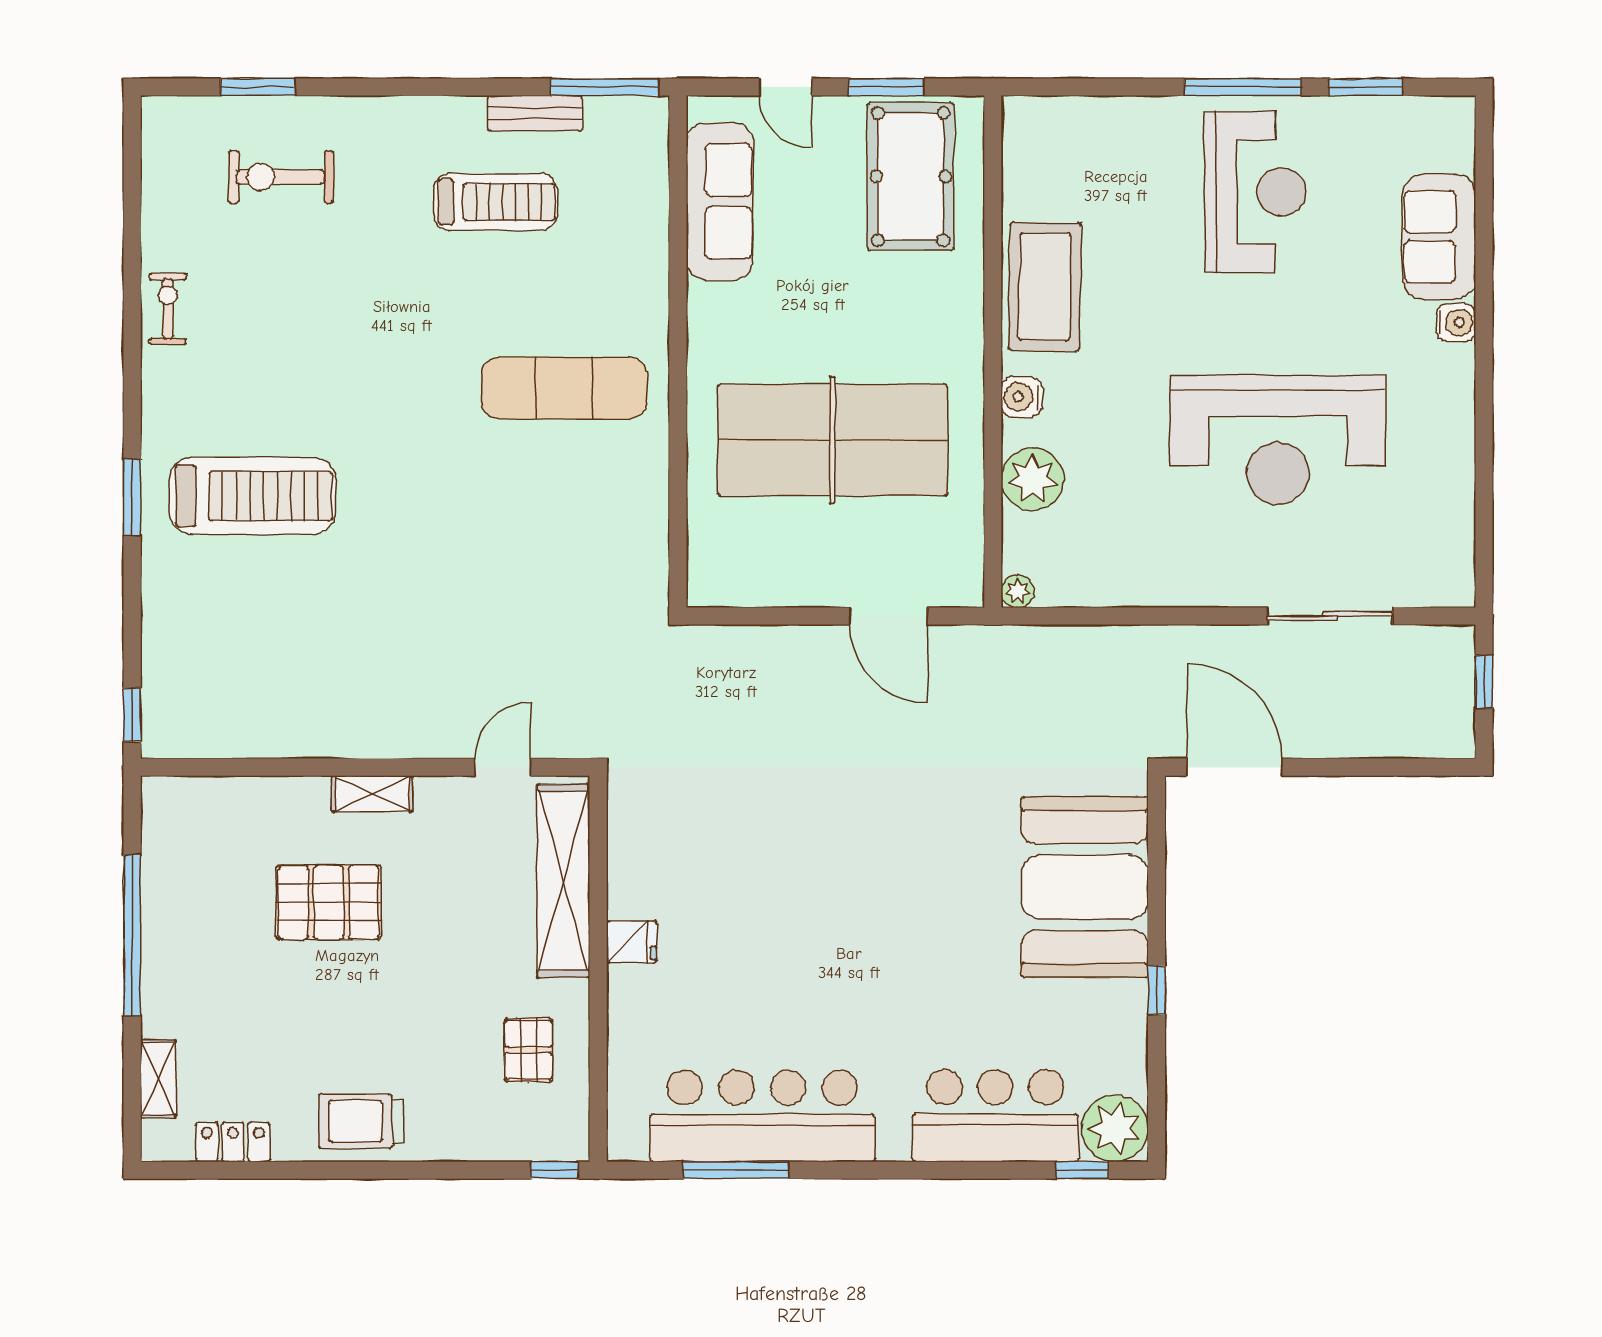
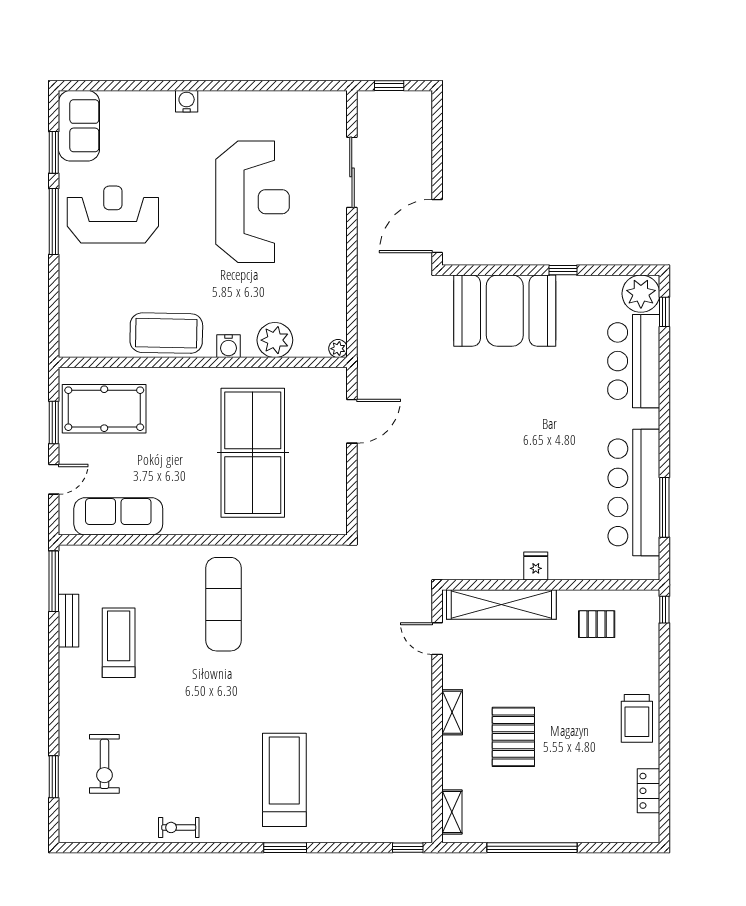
sofa: (1439, 237) -> (79, 126), moved, turned -90
shelving: (158, 1079) -> (452, 812), moved, turned 90

